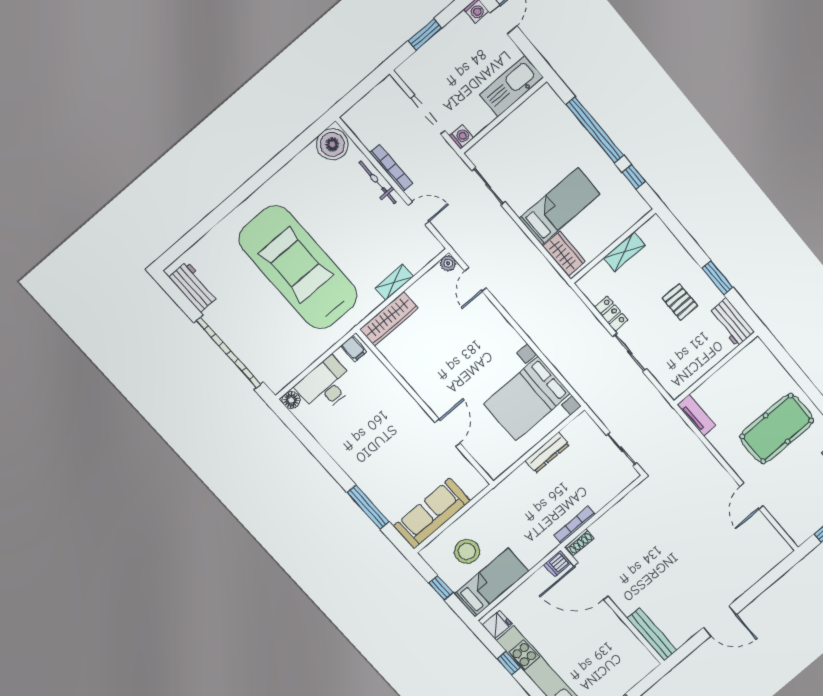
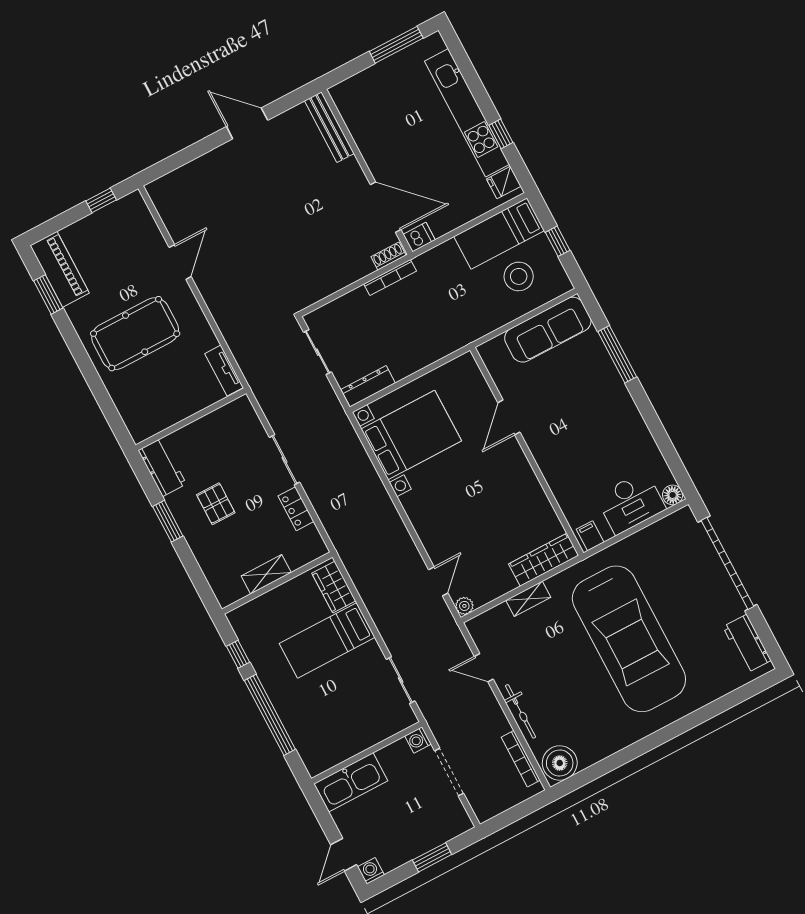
bookcase: (391, 168) -> (521, 759), moved
dresser: (547, 453) -> (368, 386), moved

